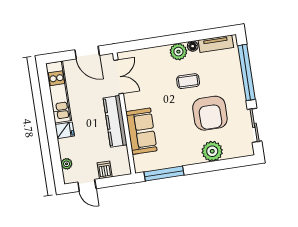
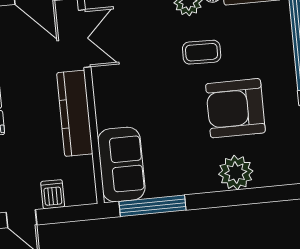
armchair: (210, 113) -> (235, 108), turned 90
sofa: (141, 131) -> (121, 164), moved

